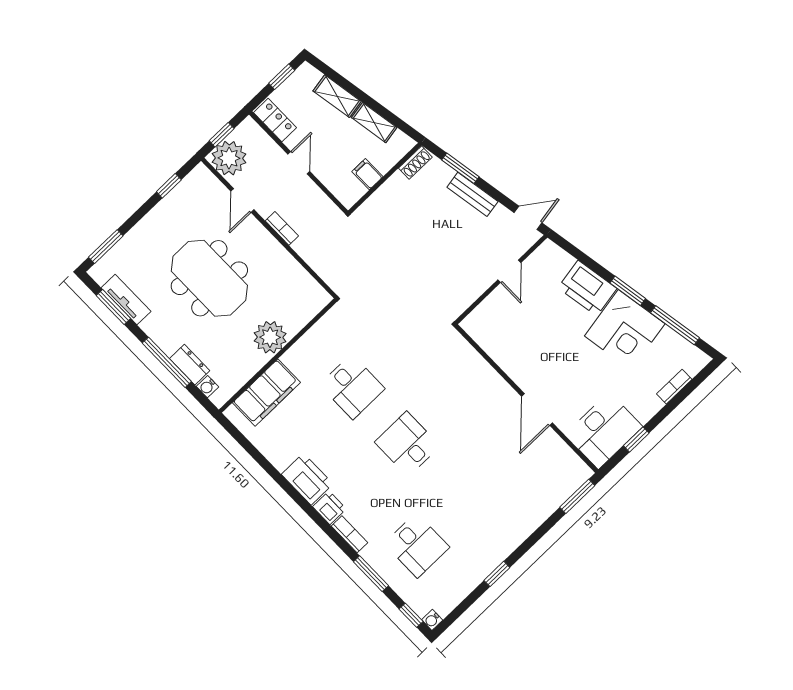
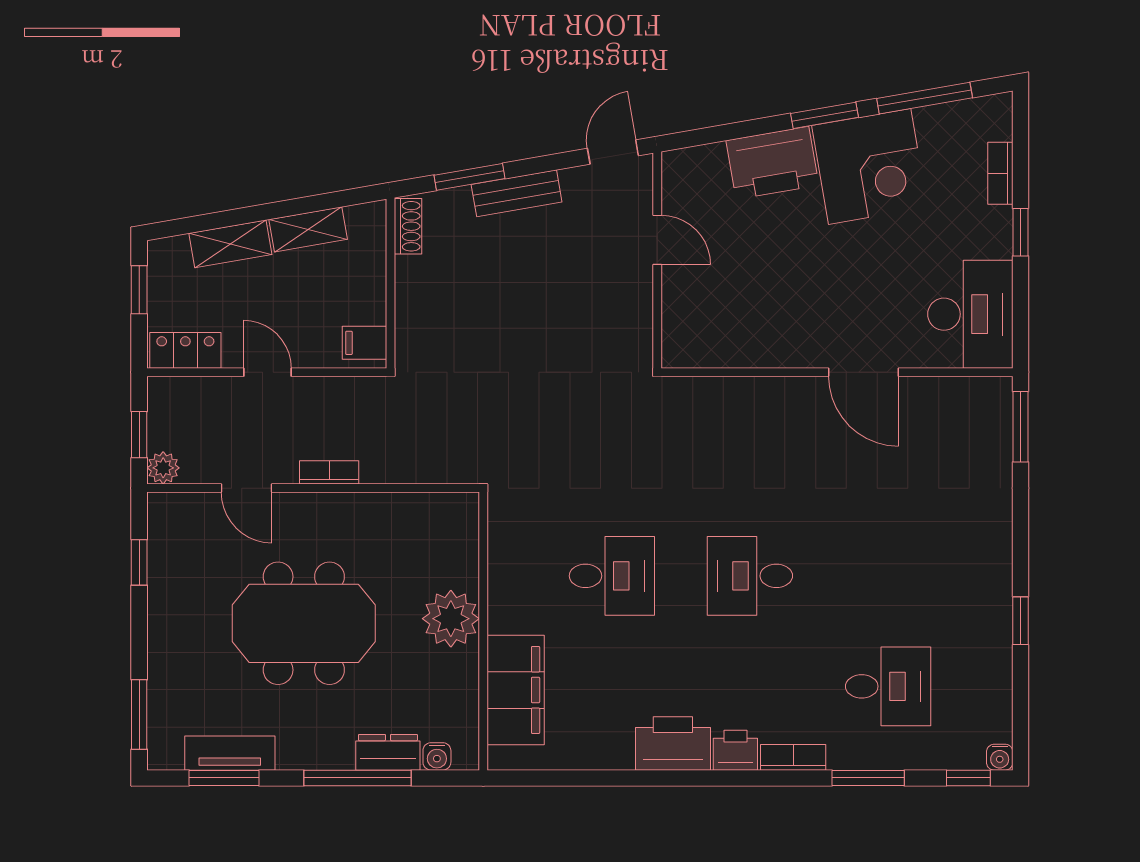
plant: (229, 158) -> (163, 468), width x0.53, depth x0.53
filing cabinet: (367, 174) -> (364, 343), moved
window: (636, 439) -> (1021, 232), moved

